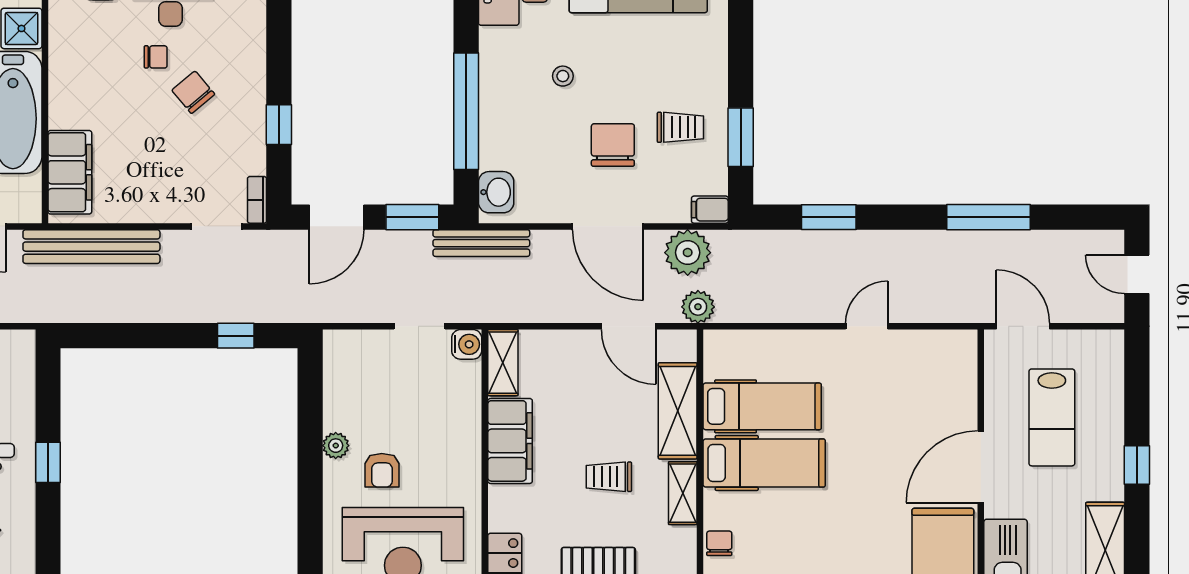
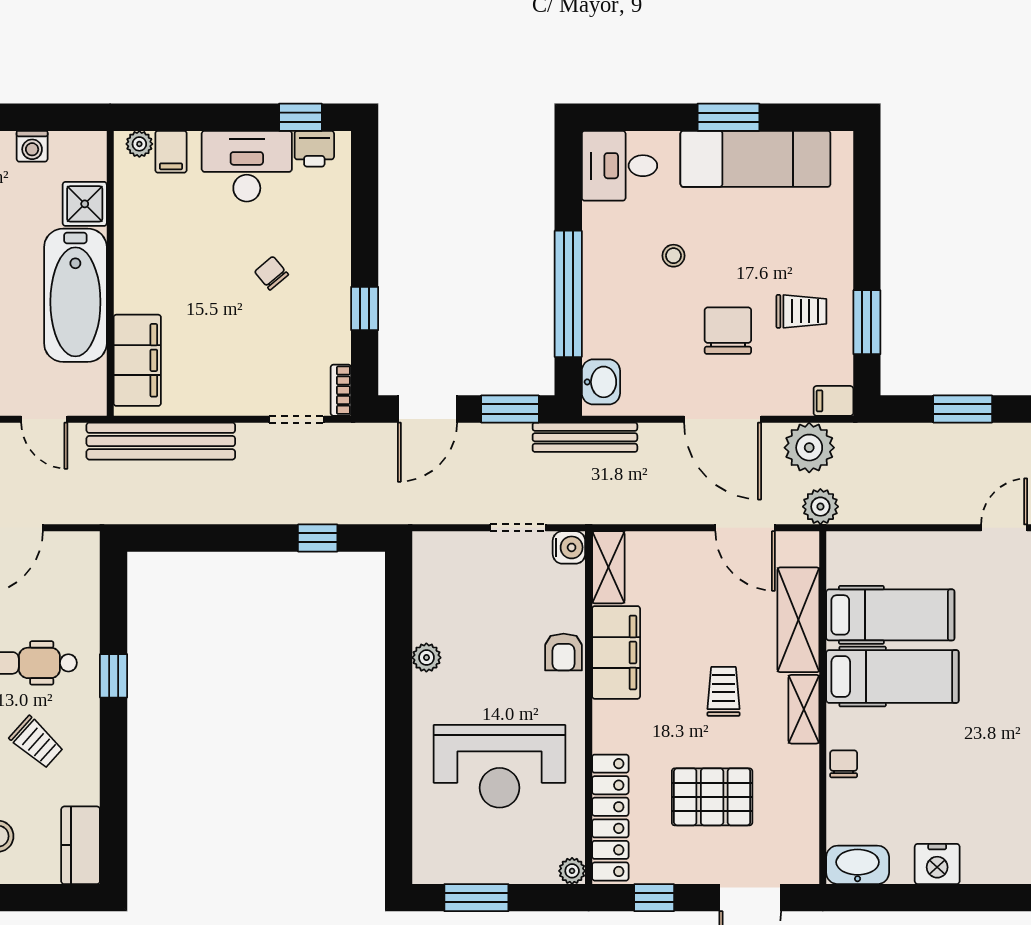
chair: (156, 57) -> (231, 235), removed
chair: (193, 92) -> (271, 273), width x0.73, depth x0.73
armchair: (382, 470) -> (564, 652), moved
trolley: (609, 477) -> (723, 691), turned 90

